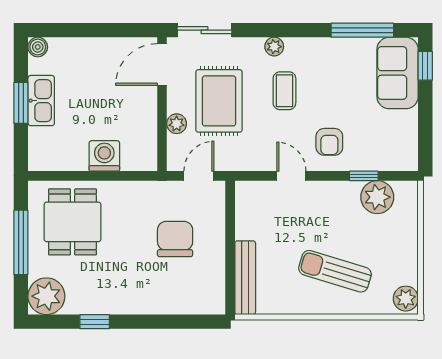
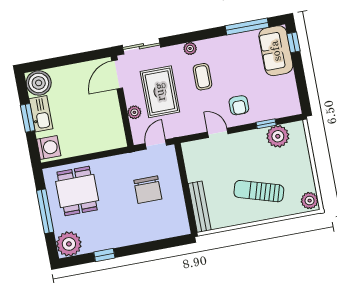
boiler: (38, 47) -> (39, 83), width x1.86, depth x1.86
washing machine: (104, 156) -> (49, 147), moved, turned 90
chair: (175, 239) -> (148, 190), turned 180

